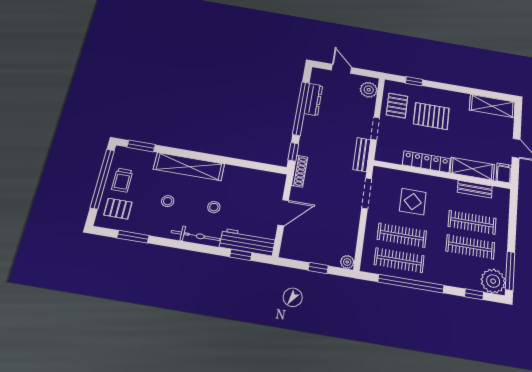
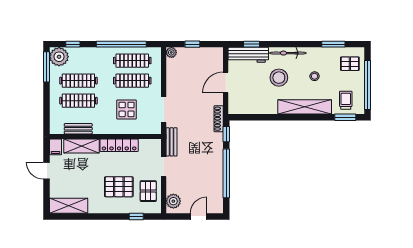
door: (341, 69) -> (199, 216), swing flipped
dresser: (313, 100) -> (218, 183), removed
trolley: (122, 180) -> (346, 100), moved
stool: (214, 207) -> (279, 78), width x1.89, depth x1.89

